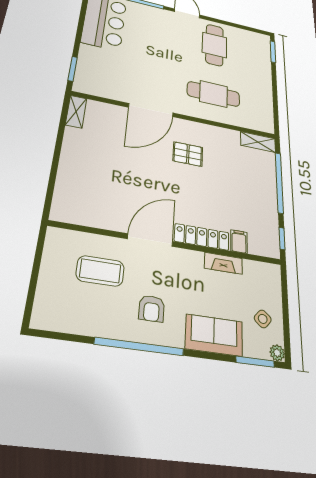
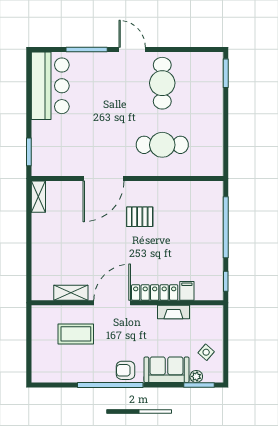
shelving: (258, 142) -> (71, 293), moved
armchair: (152, 309) -> (125, 370), moved, turned 90
plant: (277, 353) -> (196, 376), moved

